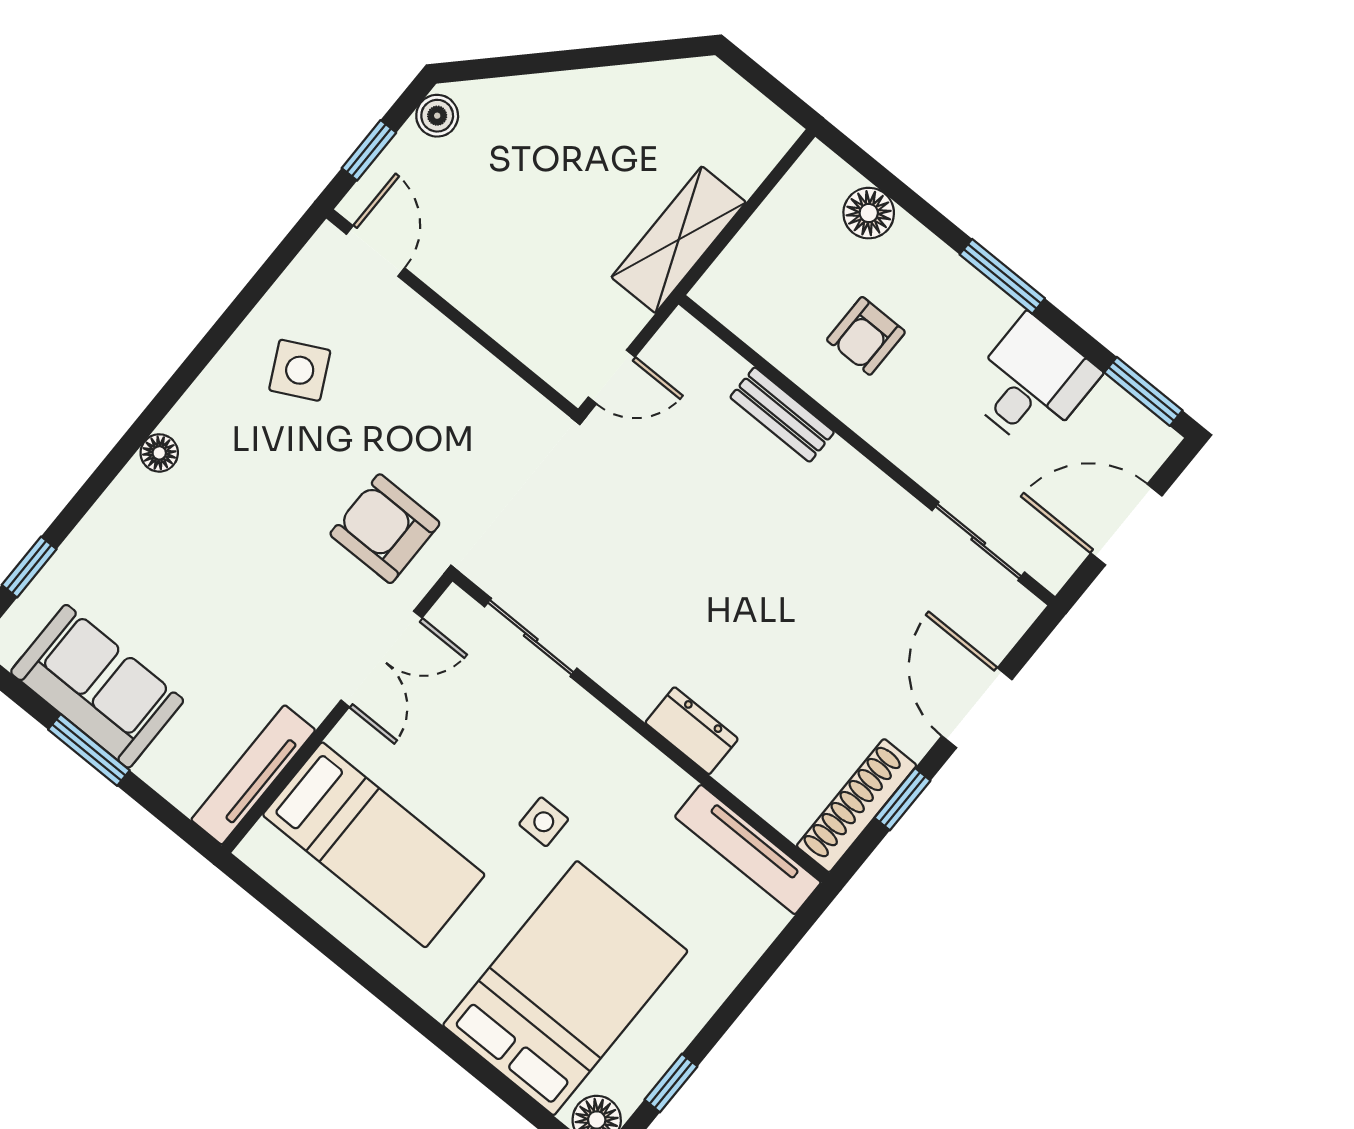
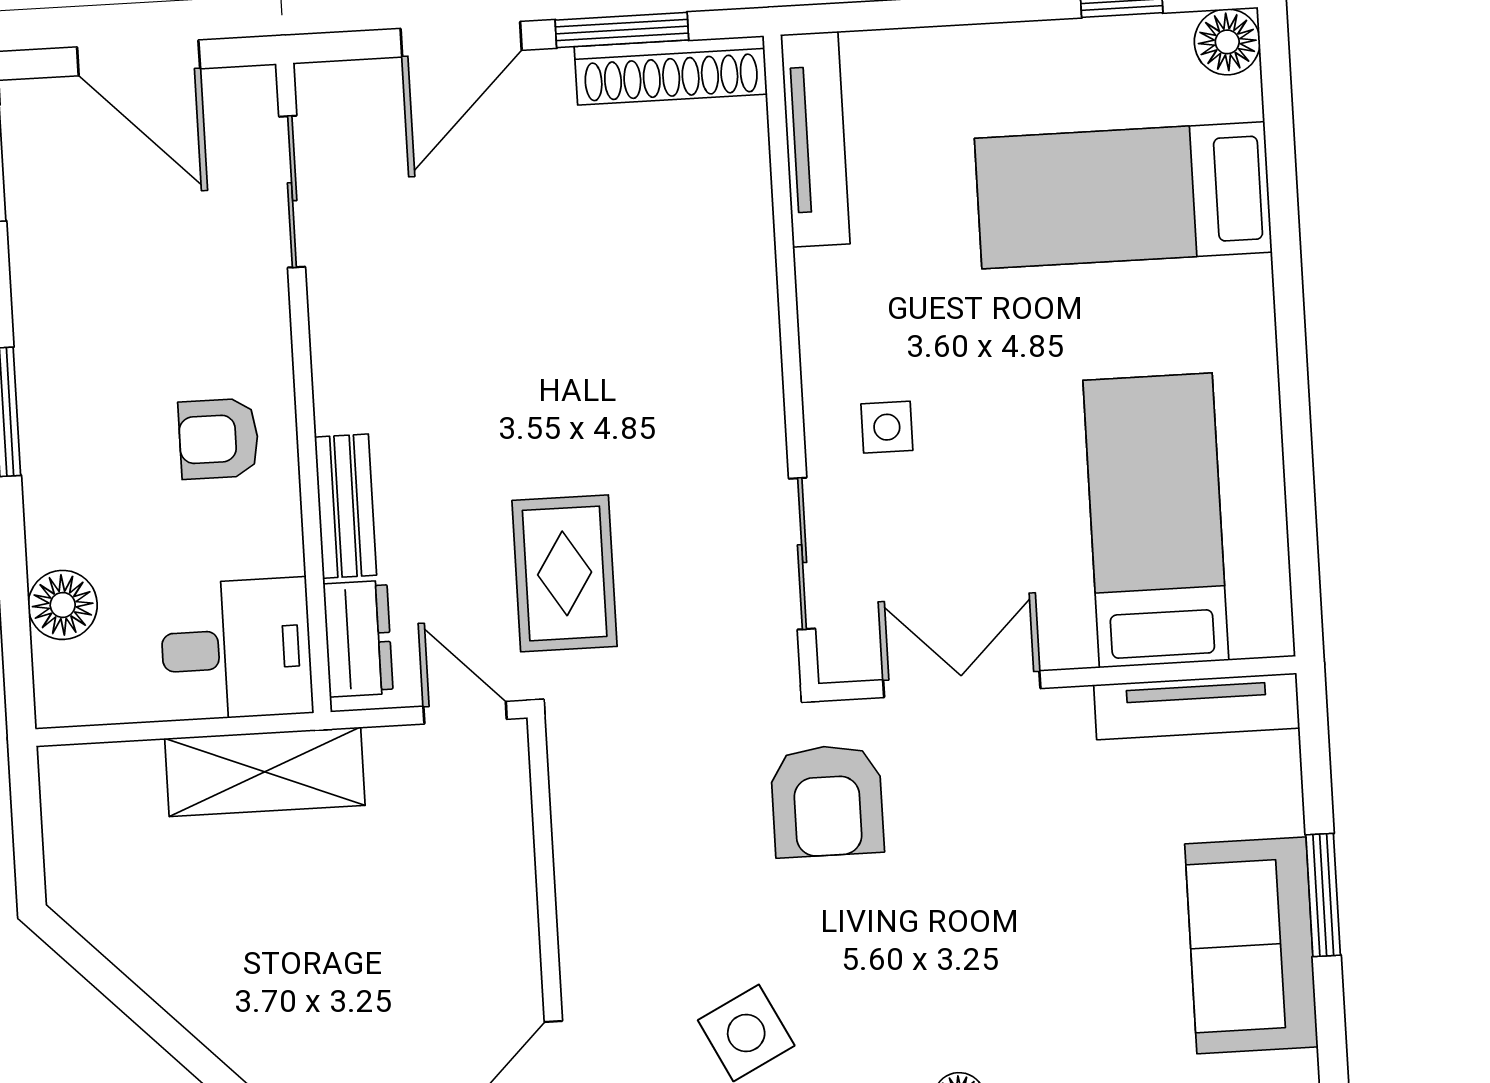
armchair: (866, 336) -> (219, 439), moved, turned 180
desk: (1031, 383) -> (236, 649), moved, turned 180
rug: (638, 500) -> (565, 573), added
dresser: (692, 731) -> (358, 639), moved, turned 180
window: (902, 799) -> (622, 30), width x1.50
side table: (544, 822) -> (887, 427), moved
bed: (565, 988) -> (1123, 195), width x0.67

